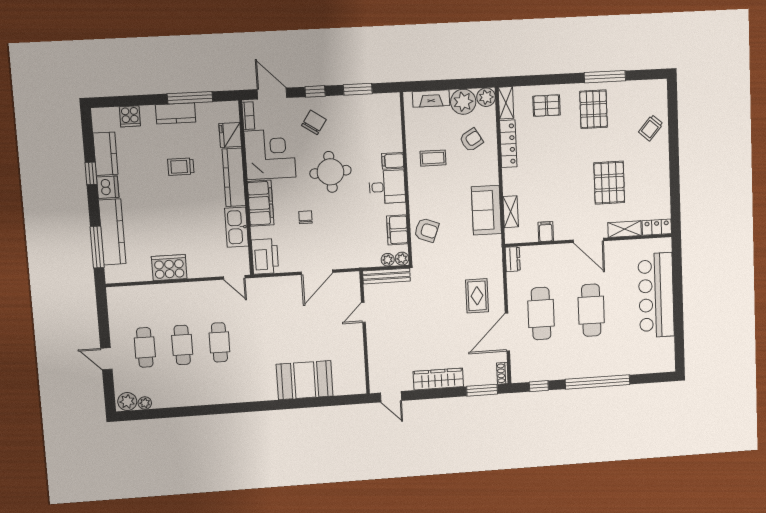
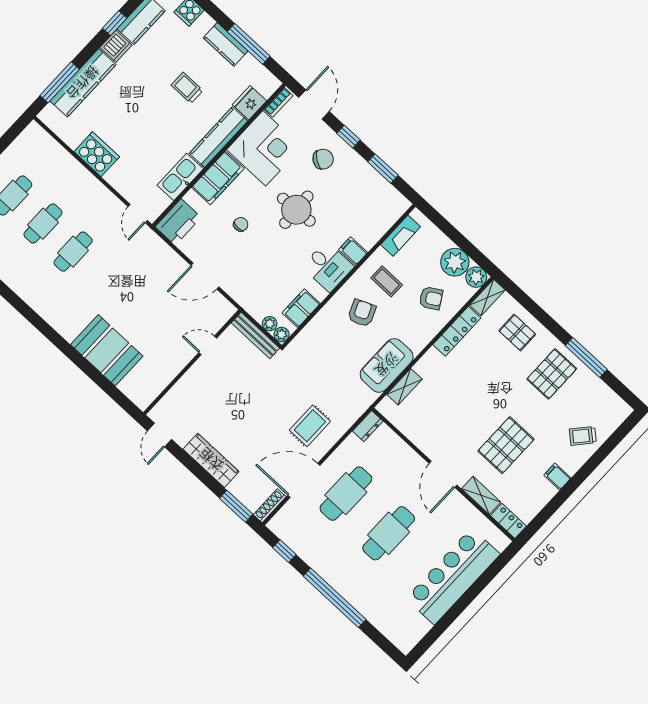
fireplace: (431, 99) -> (401, 236), moved, turned -90
armchair: (426, 230) -> (362, 313), moved, turned -134
filing cabinet: (546, 232) -> (557, 477), moved, turned -90
shoe rack: (502, 373) -> (270, 506), width x1.43

